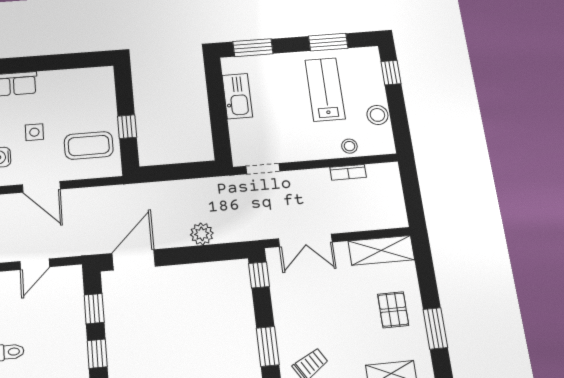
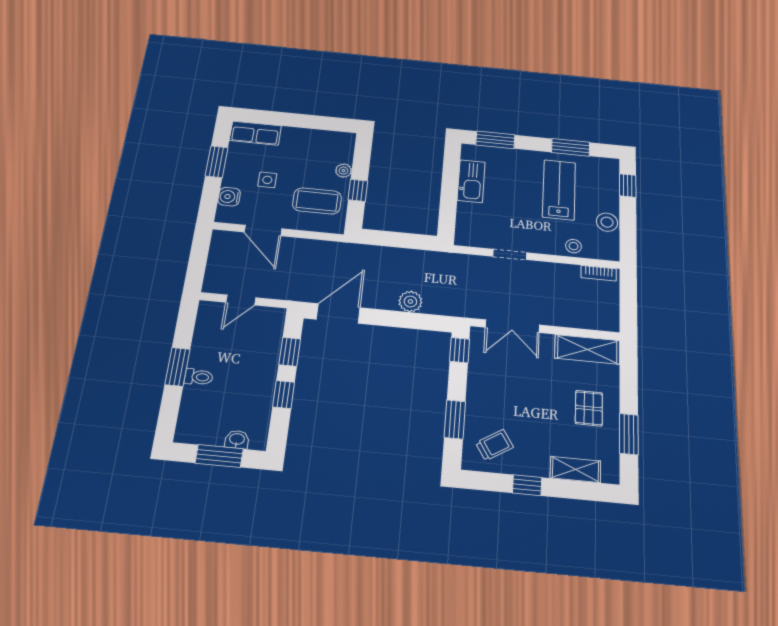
plant: (109, 108) -> (343, 171), added
doorway: (263, 169) -> (510, 254), moved
bookcase: (348, 172) -> (599, 273), moved

